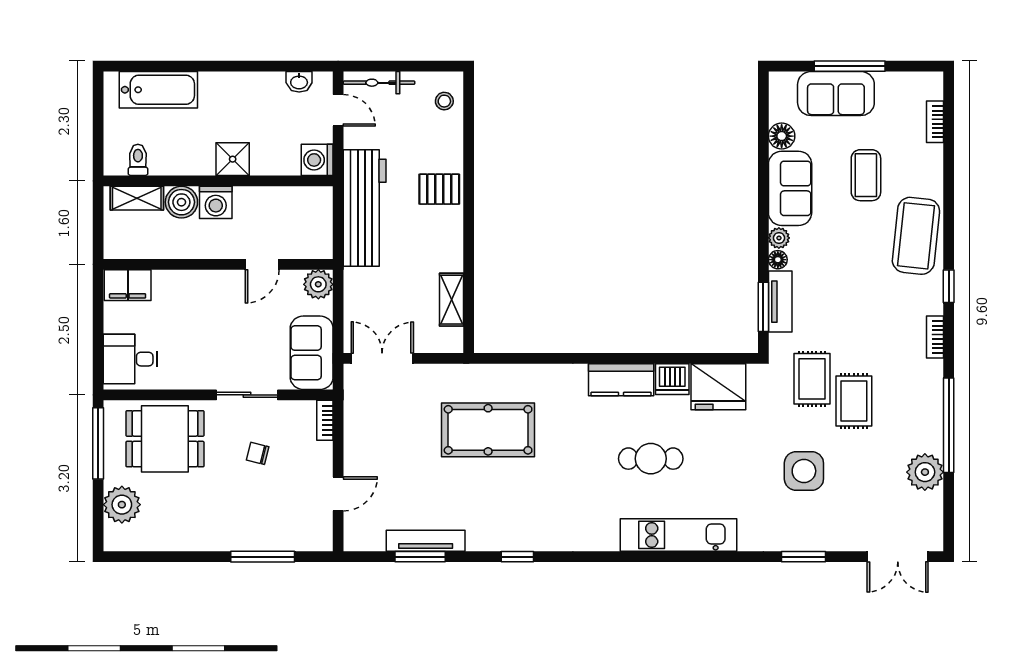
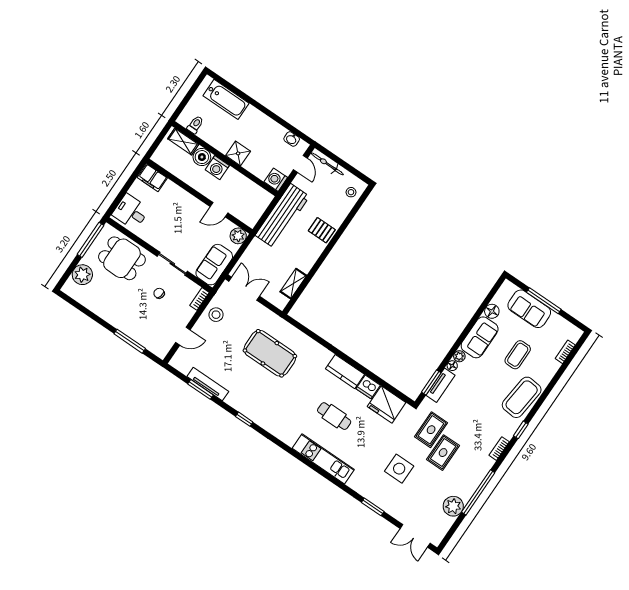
stool: (366, 427) -> (216, 315), added

